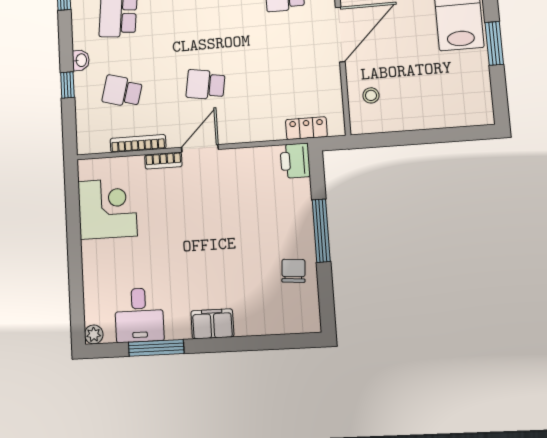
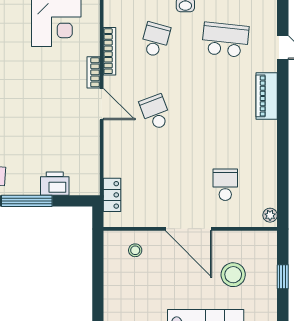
school desk: (206, 85) -> (155, 112), turned -30
printer: (295, 161) -> (55, 184), moved

